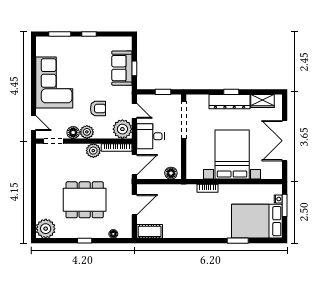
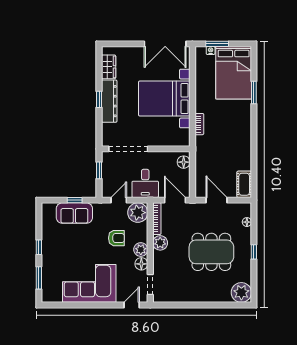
armchair: (98, 109) -> (116, 238), turned 90
double door: (285, 141) -> (165, 44), moved
dining table: (85, 200) -> (211, 252), turned 90

